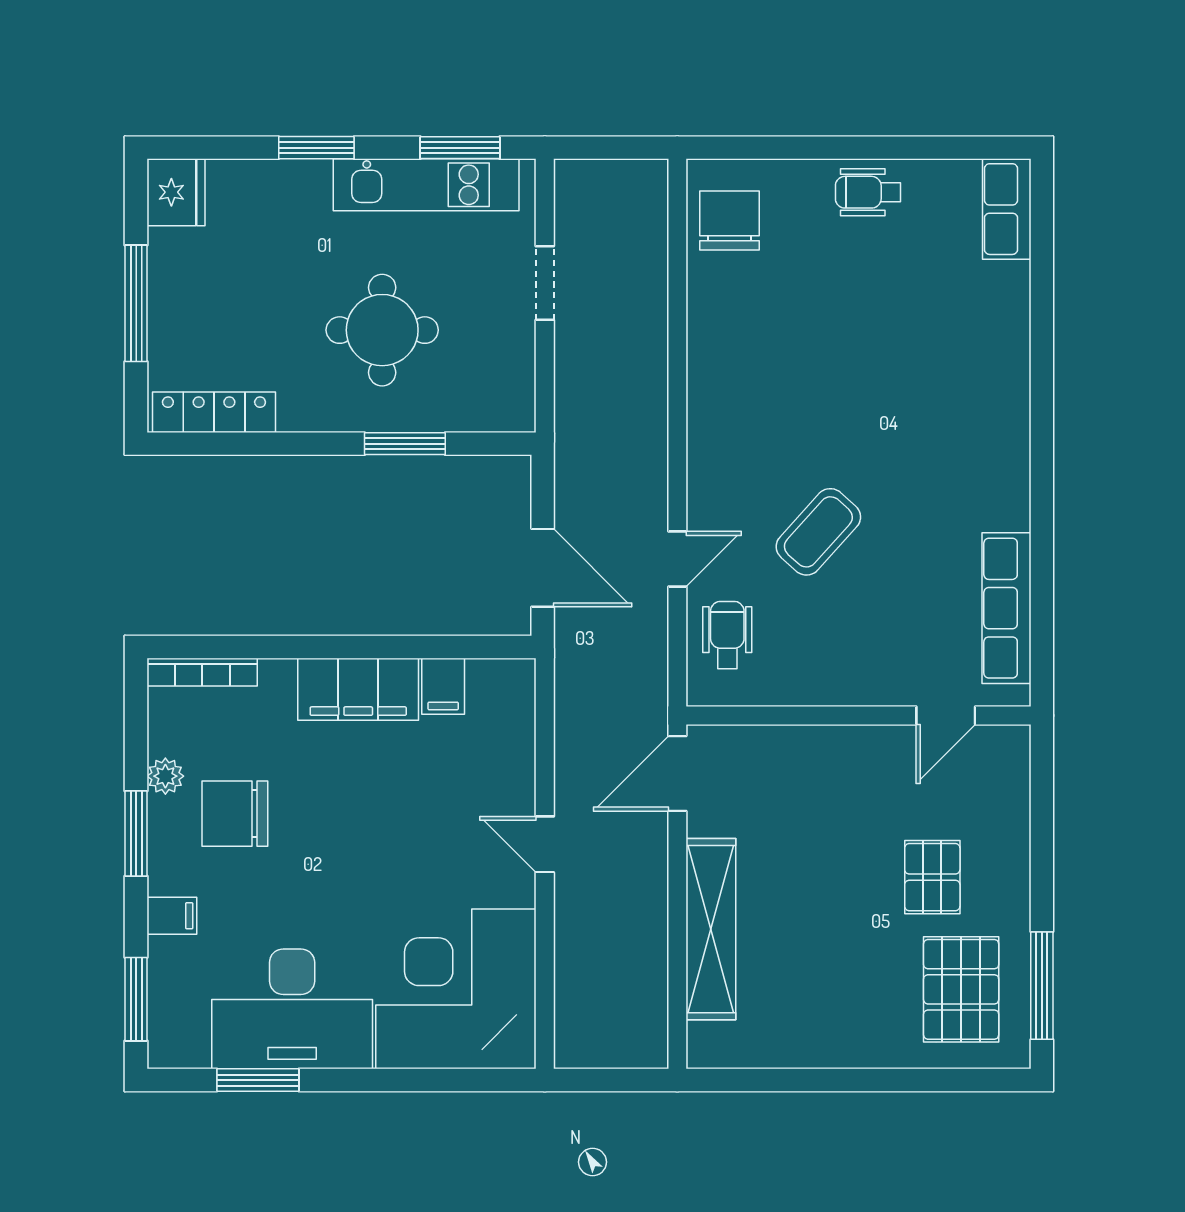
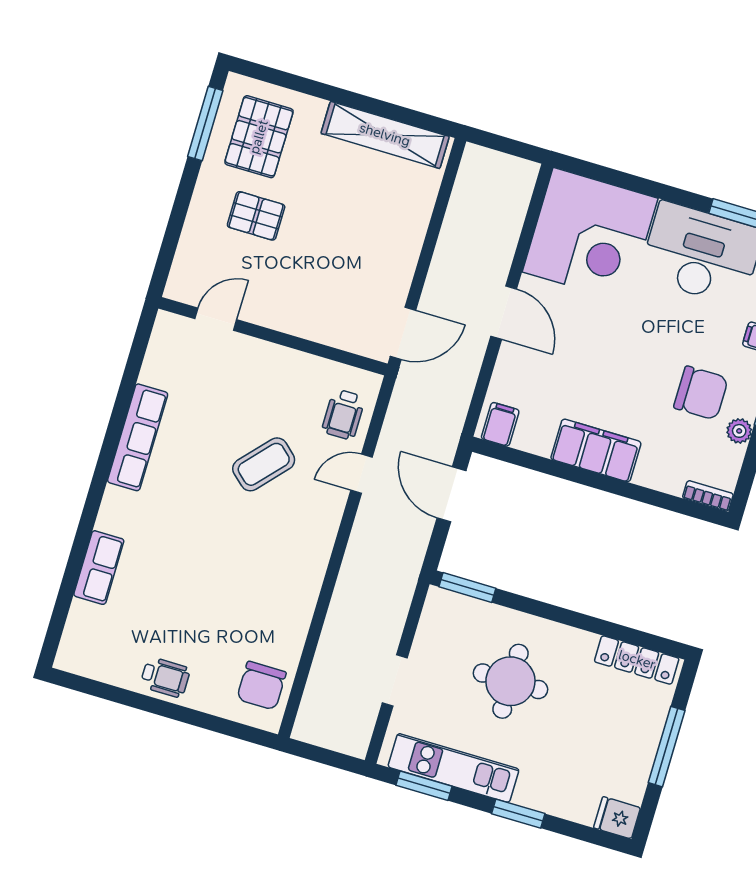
fridge: (176, 192) -> (617, 818), width x0.72
row of seats: (1007, 209) -> (99, 568), moved
window: (405, 444) -> (467, 587), moved
row of seats: (1006, 608) -> (138, 437), moved
bookcase: (202, 672) -> (708, 496), width x0.64
filing cabinet: (443, 686) -> (500, 424), moved
door: (545, 844) -> (504, 313), width x1.38
pallet: (932, 877) -> (256, 216), turned 90
shelving: (711, 929) -> (385, 135), moved, turned 90

